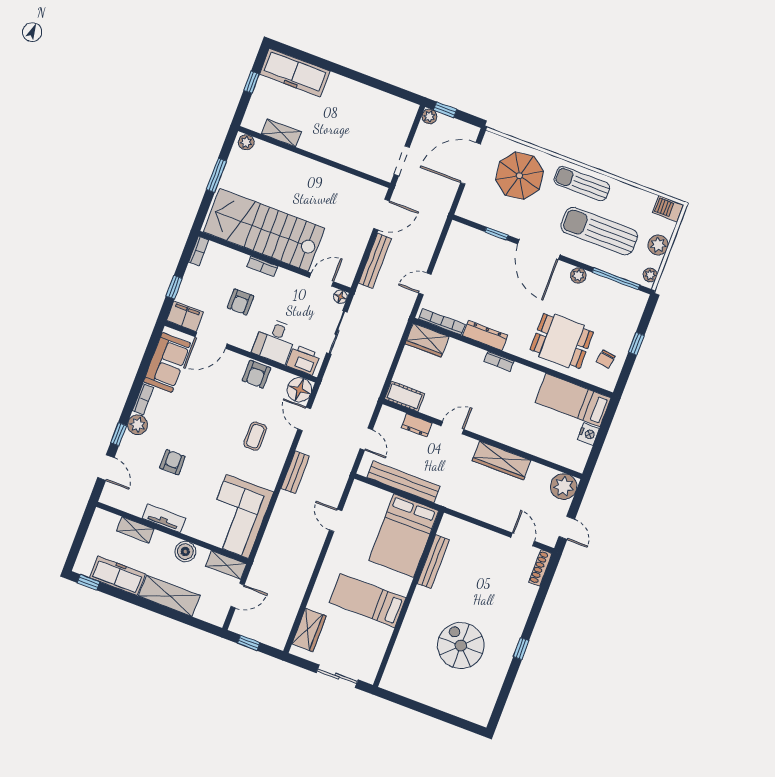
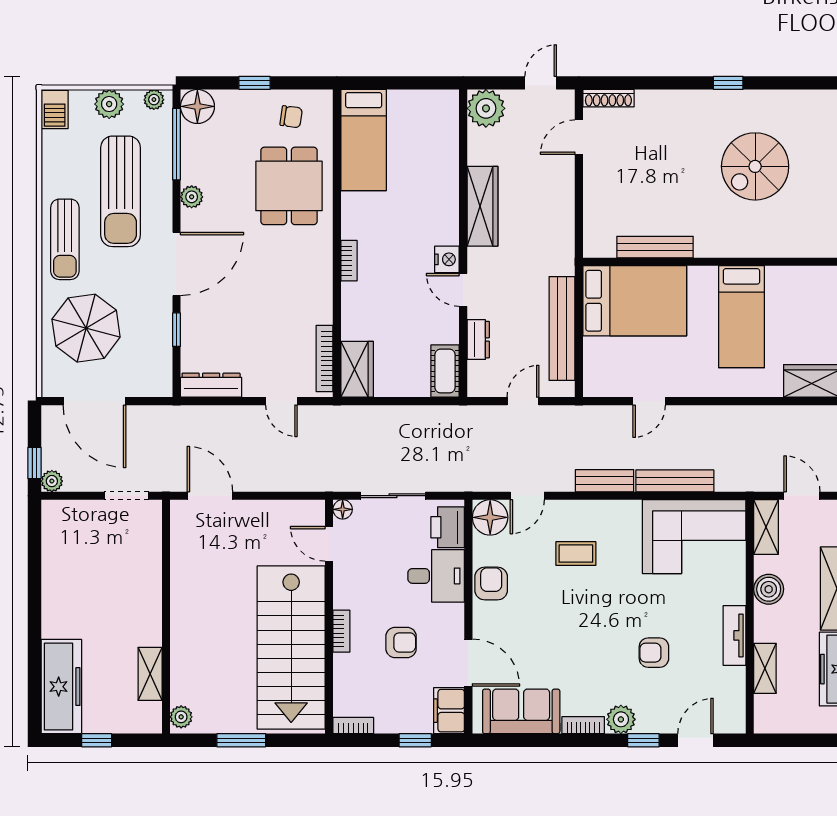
bench: (375, 261) -> (675, 481), moved
floor lamp: (635, 301) -> (197, 106), added
dresser: (485, 336) -> (211, 385), moved, turned 90
armchair: (257, 374) -> (491, 584), turned -90
nightstand: (588, 434) -> (447, 259), moved, turned 90

